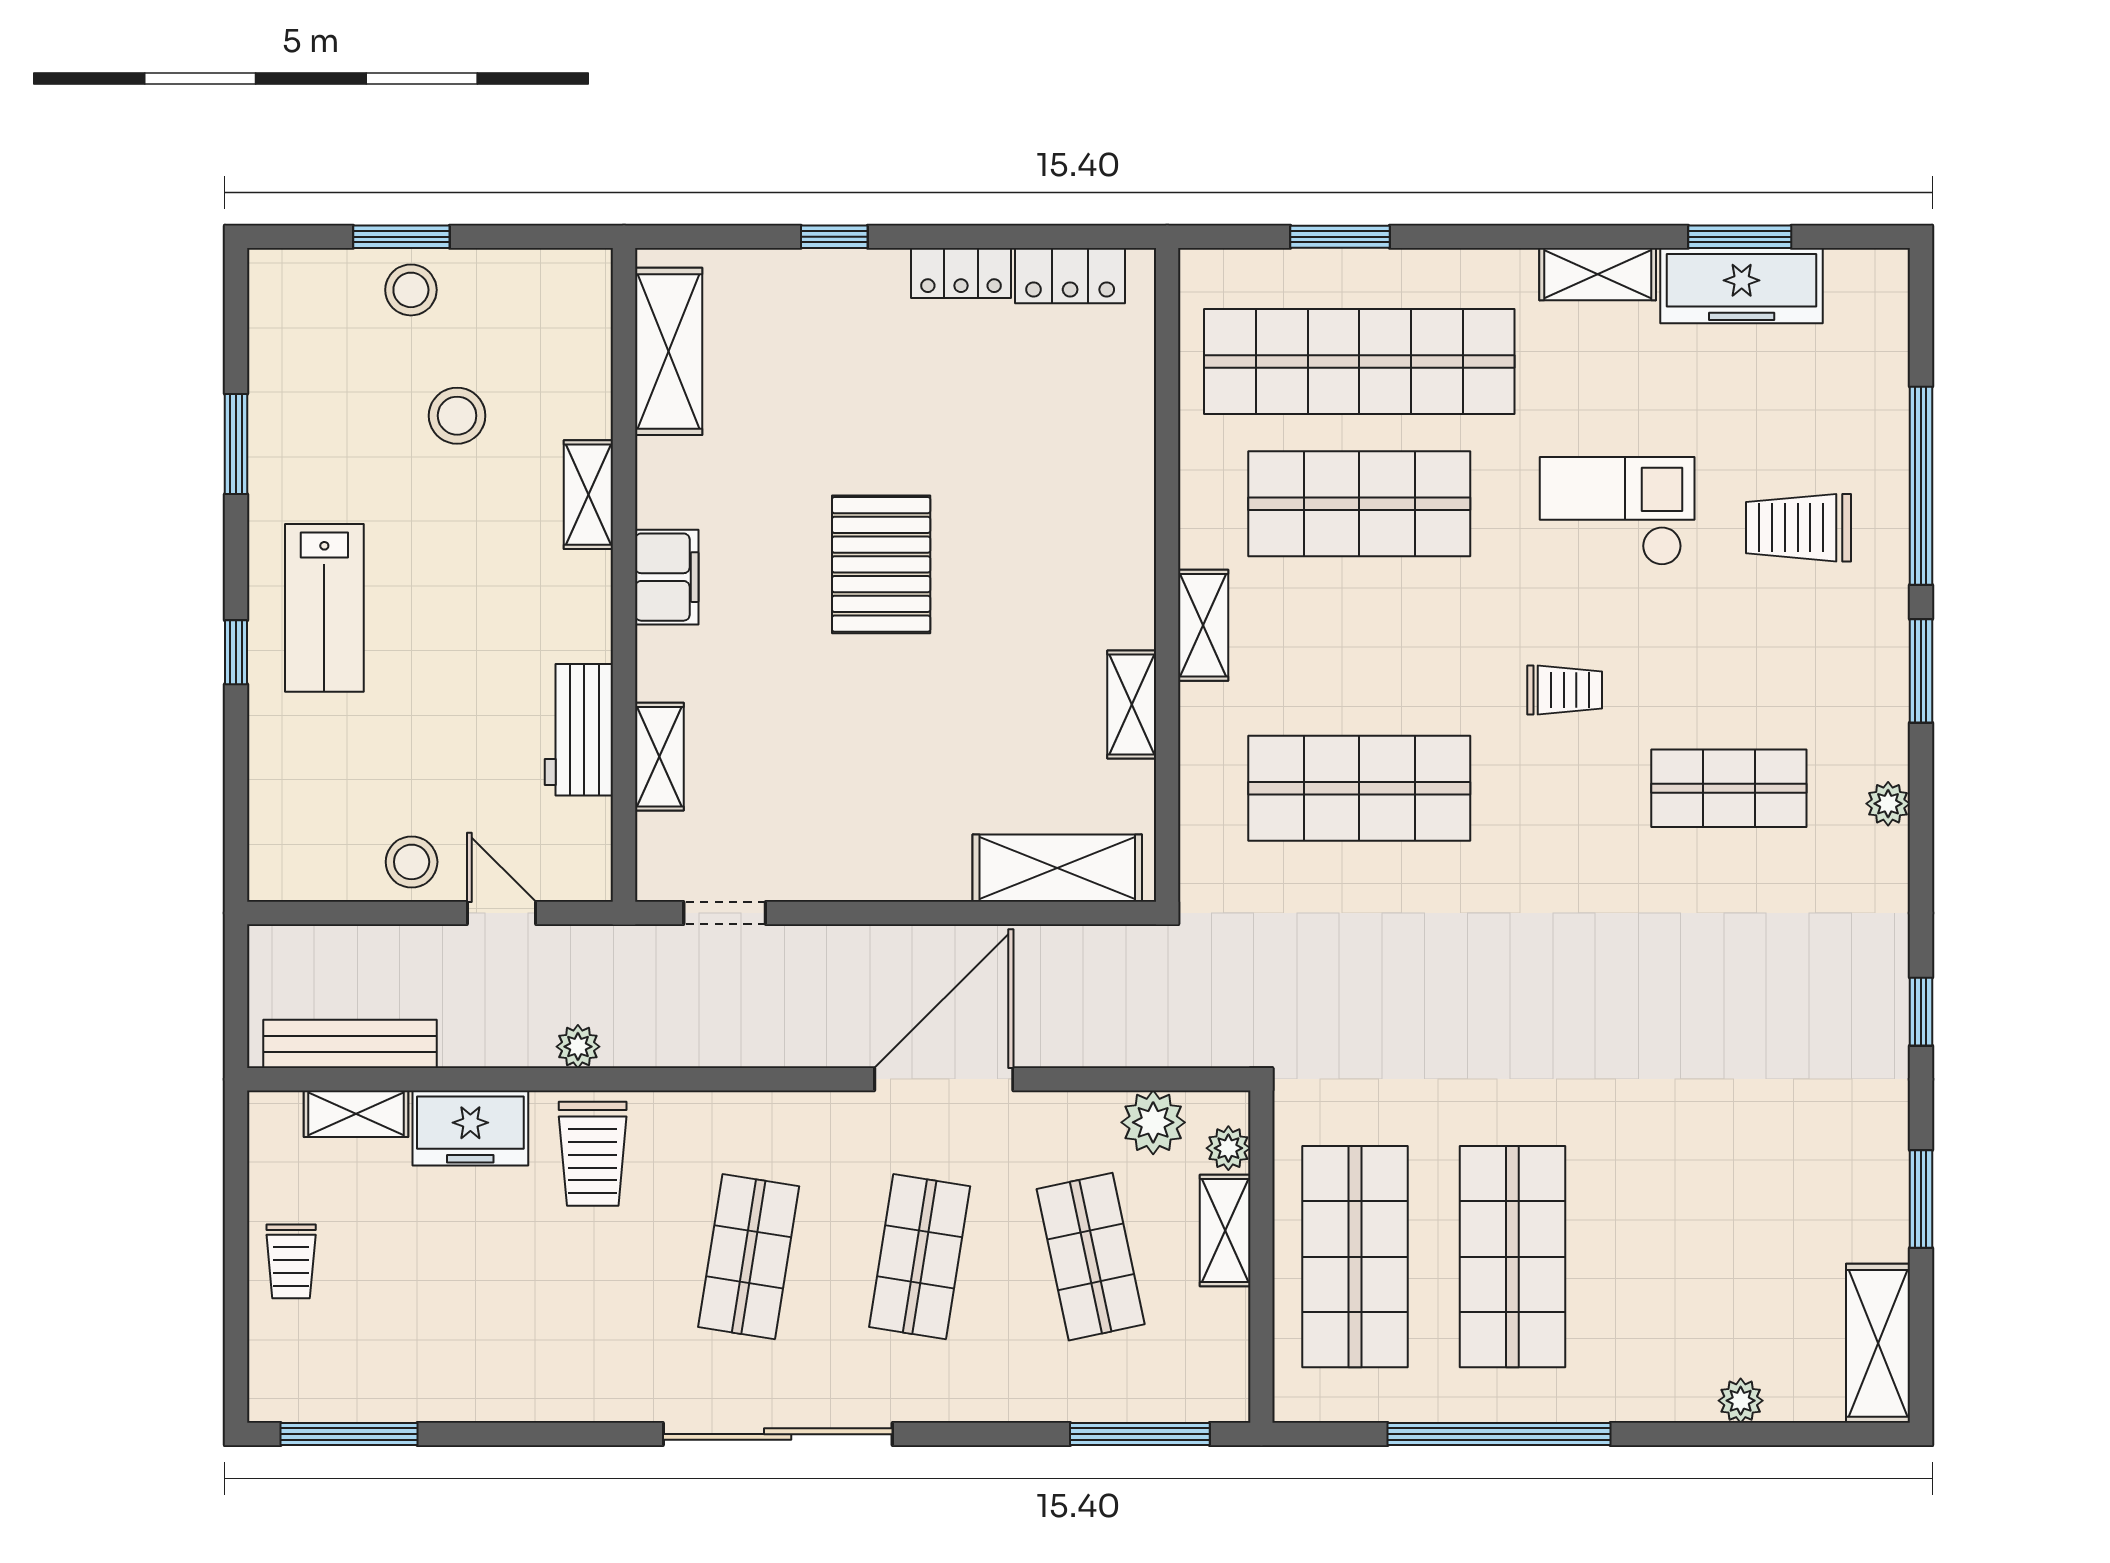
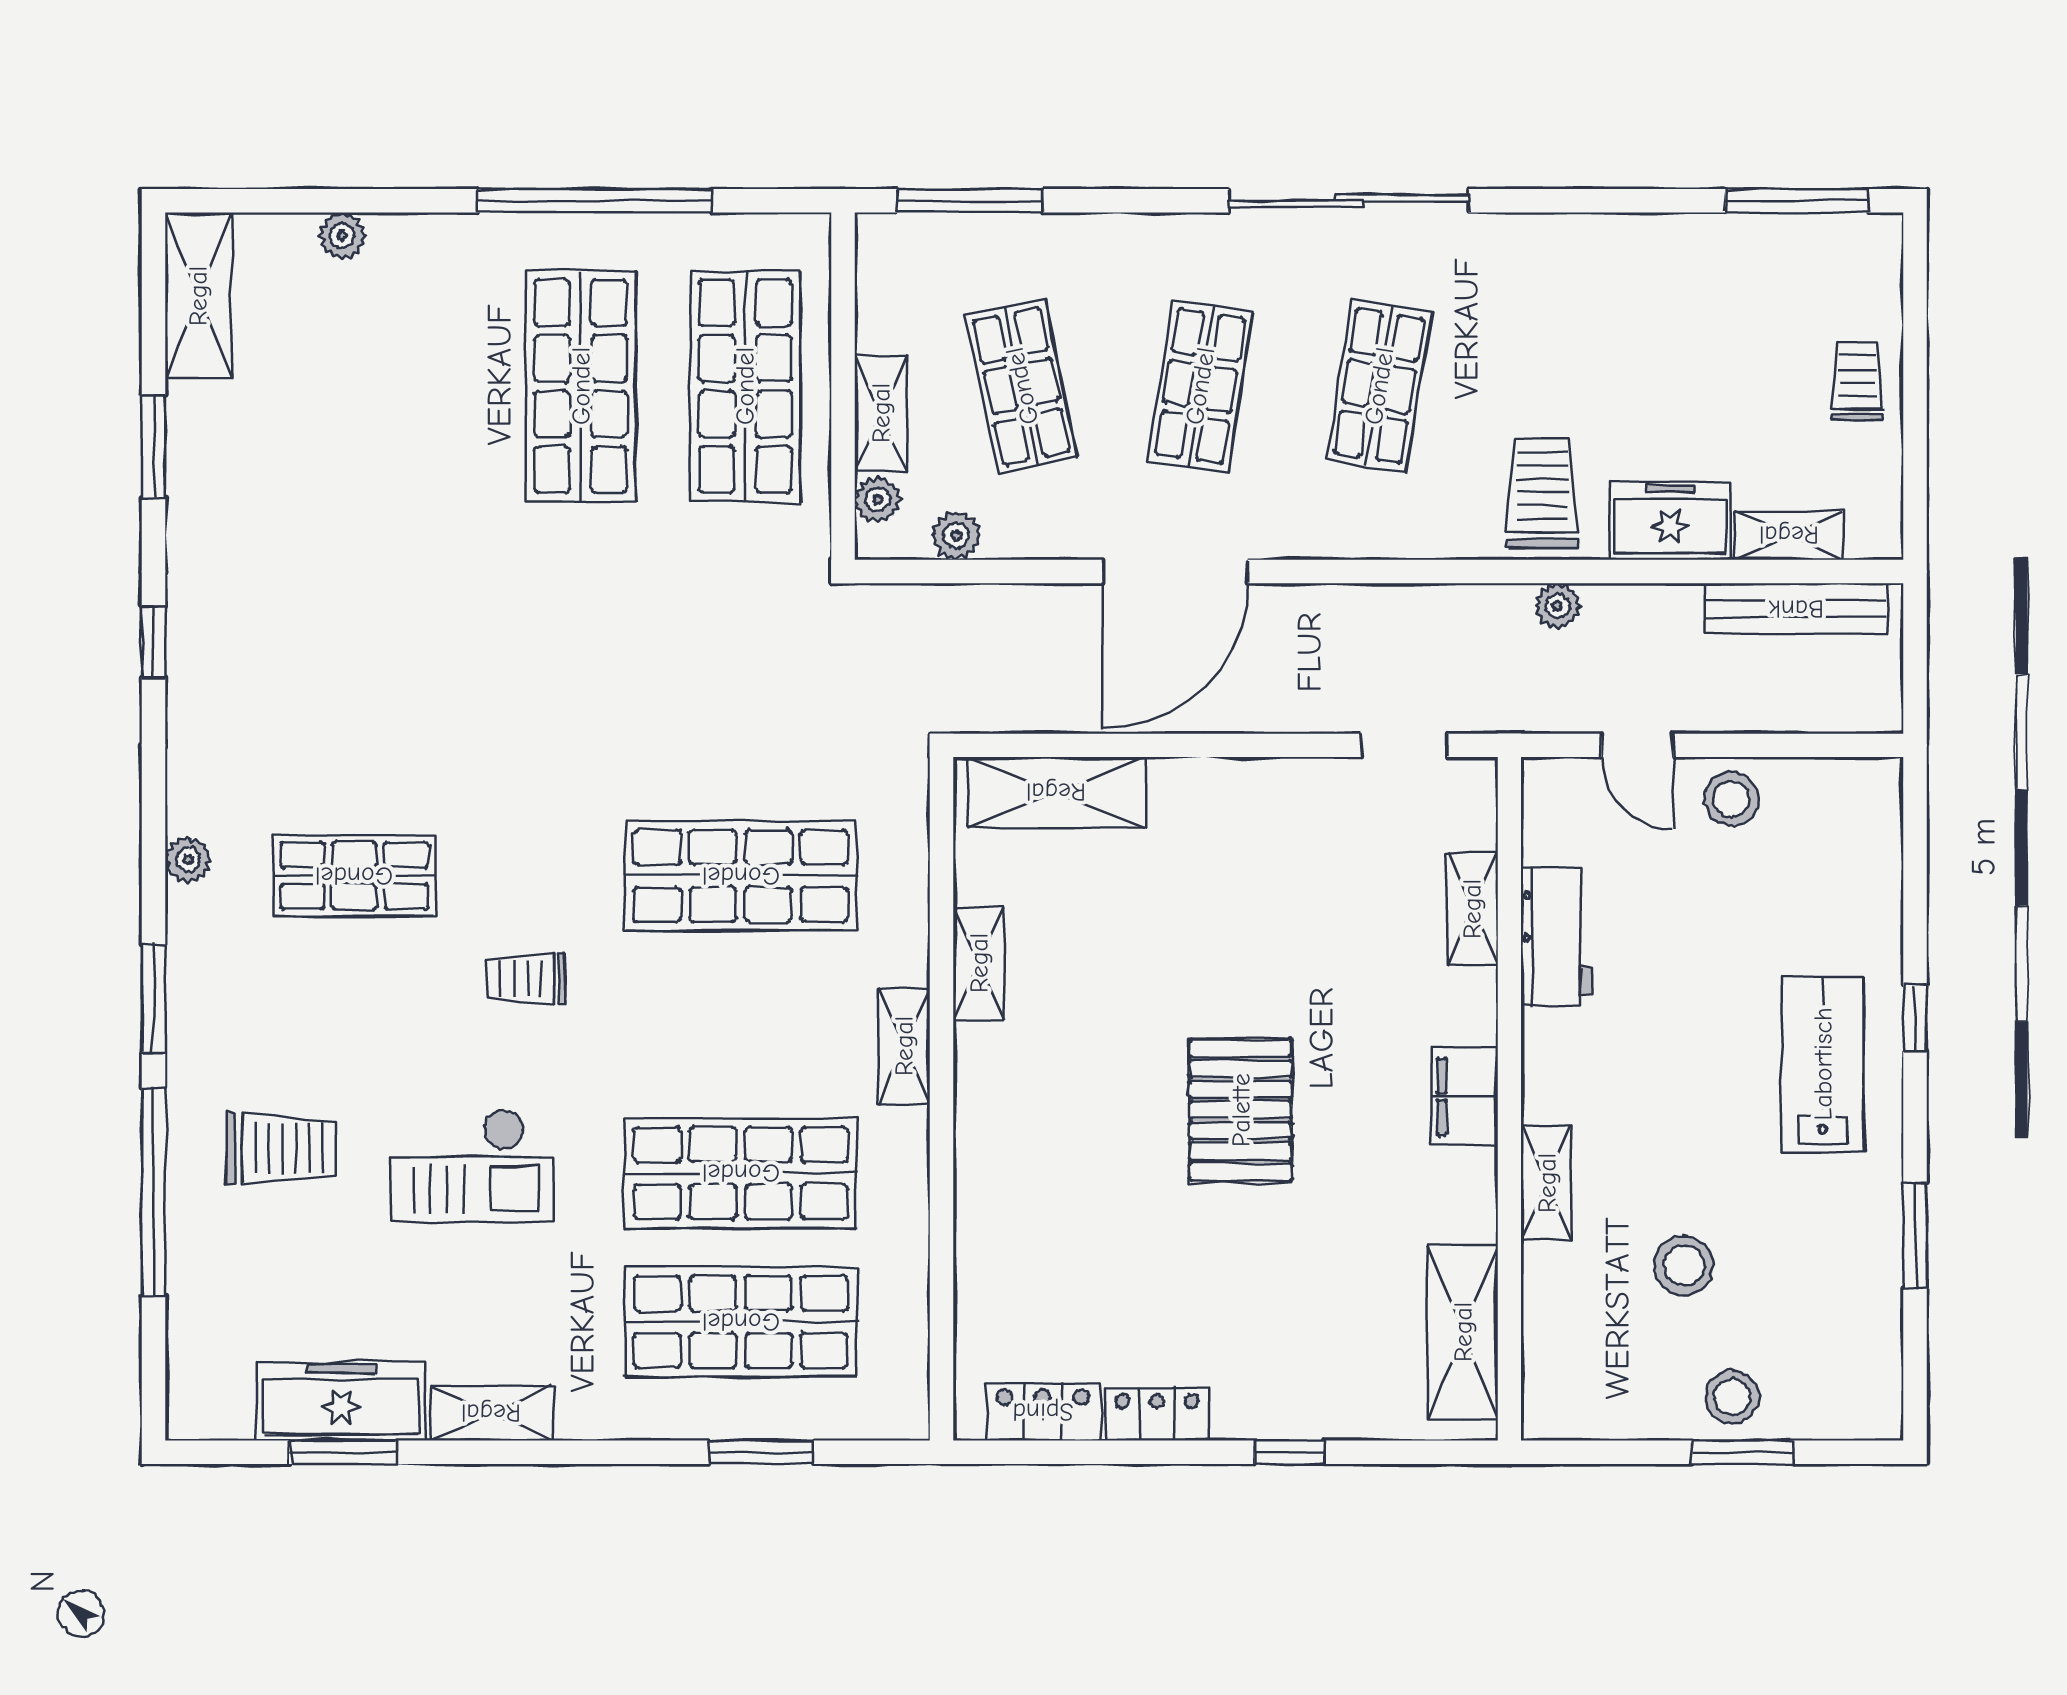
shop shelf: (1359, 362) -> (741, 1322), width x0.71
plant: (1153, 1122) -> (956, 536), width x0.73, depth x0.73

